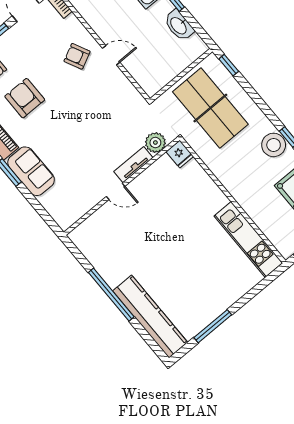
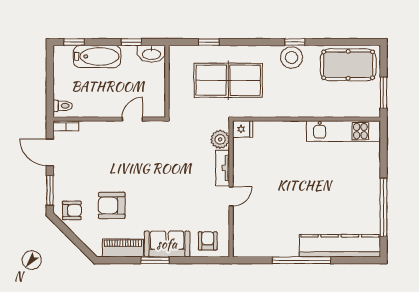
armchair: (77, 56) -> (208, 241), moved, turned 116
wall: (181, 75) -> (167, 81), moved
window: (213, 326) -> (383, 207), width x1.46

